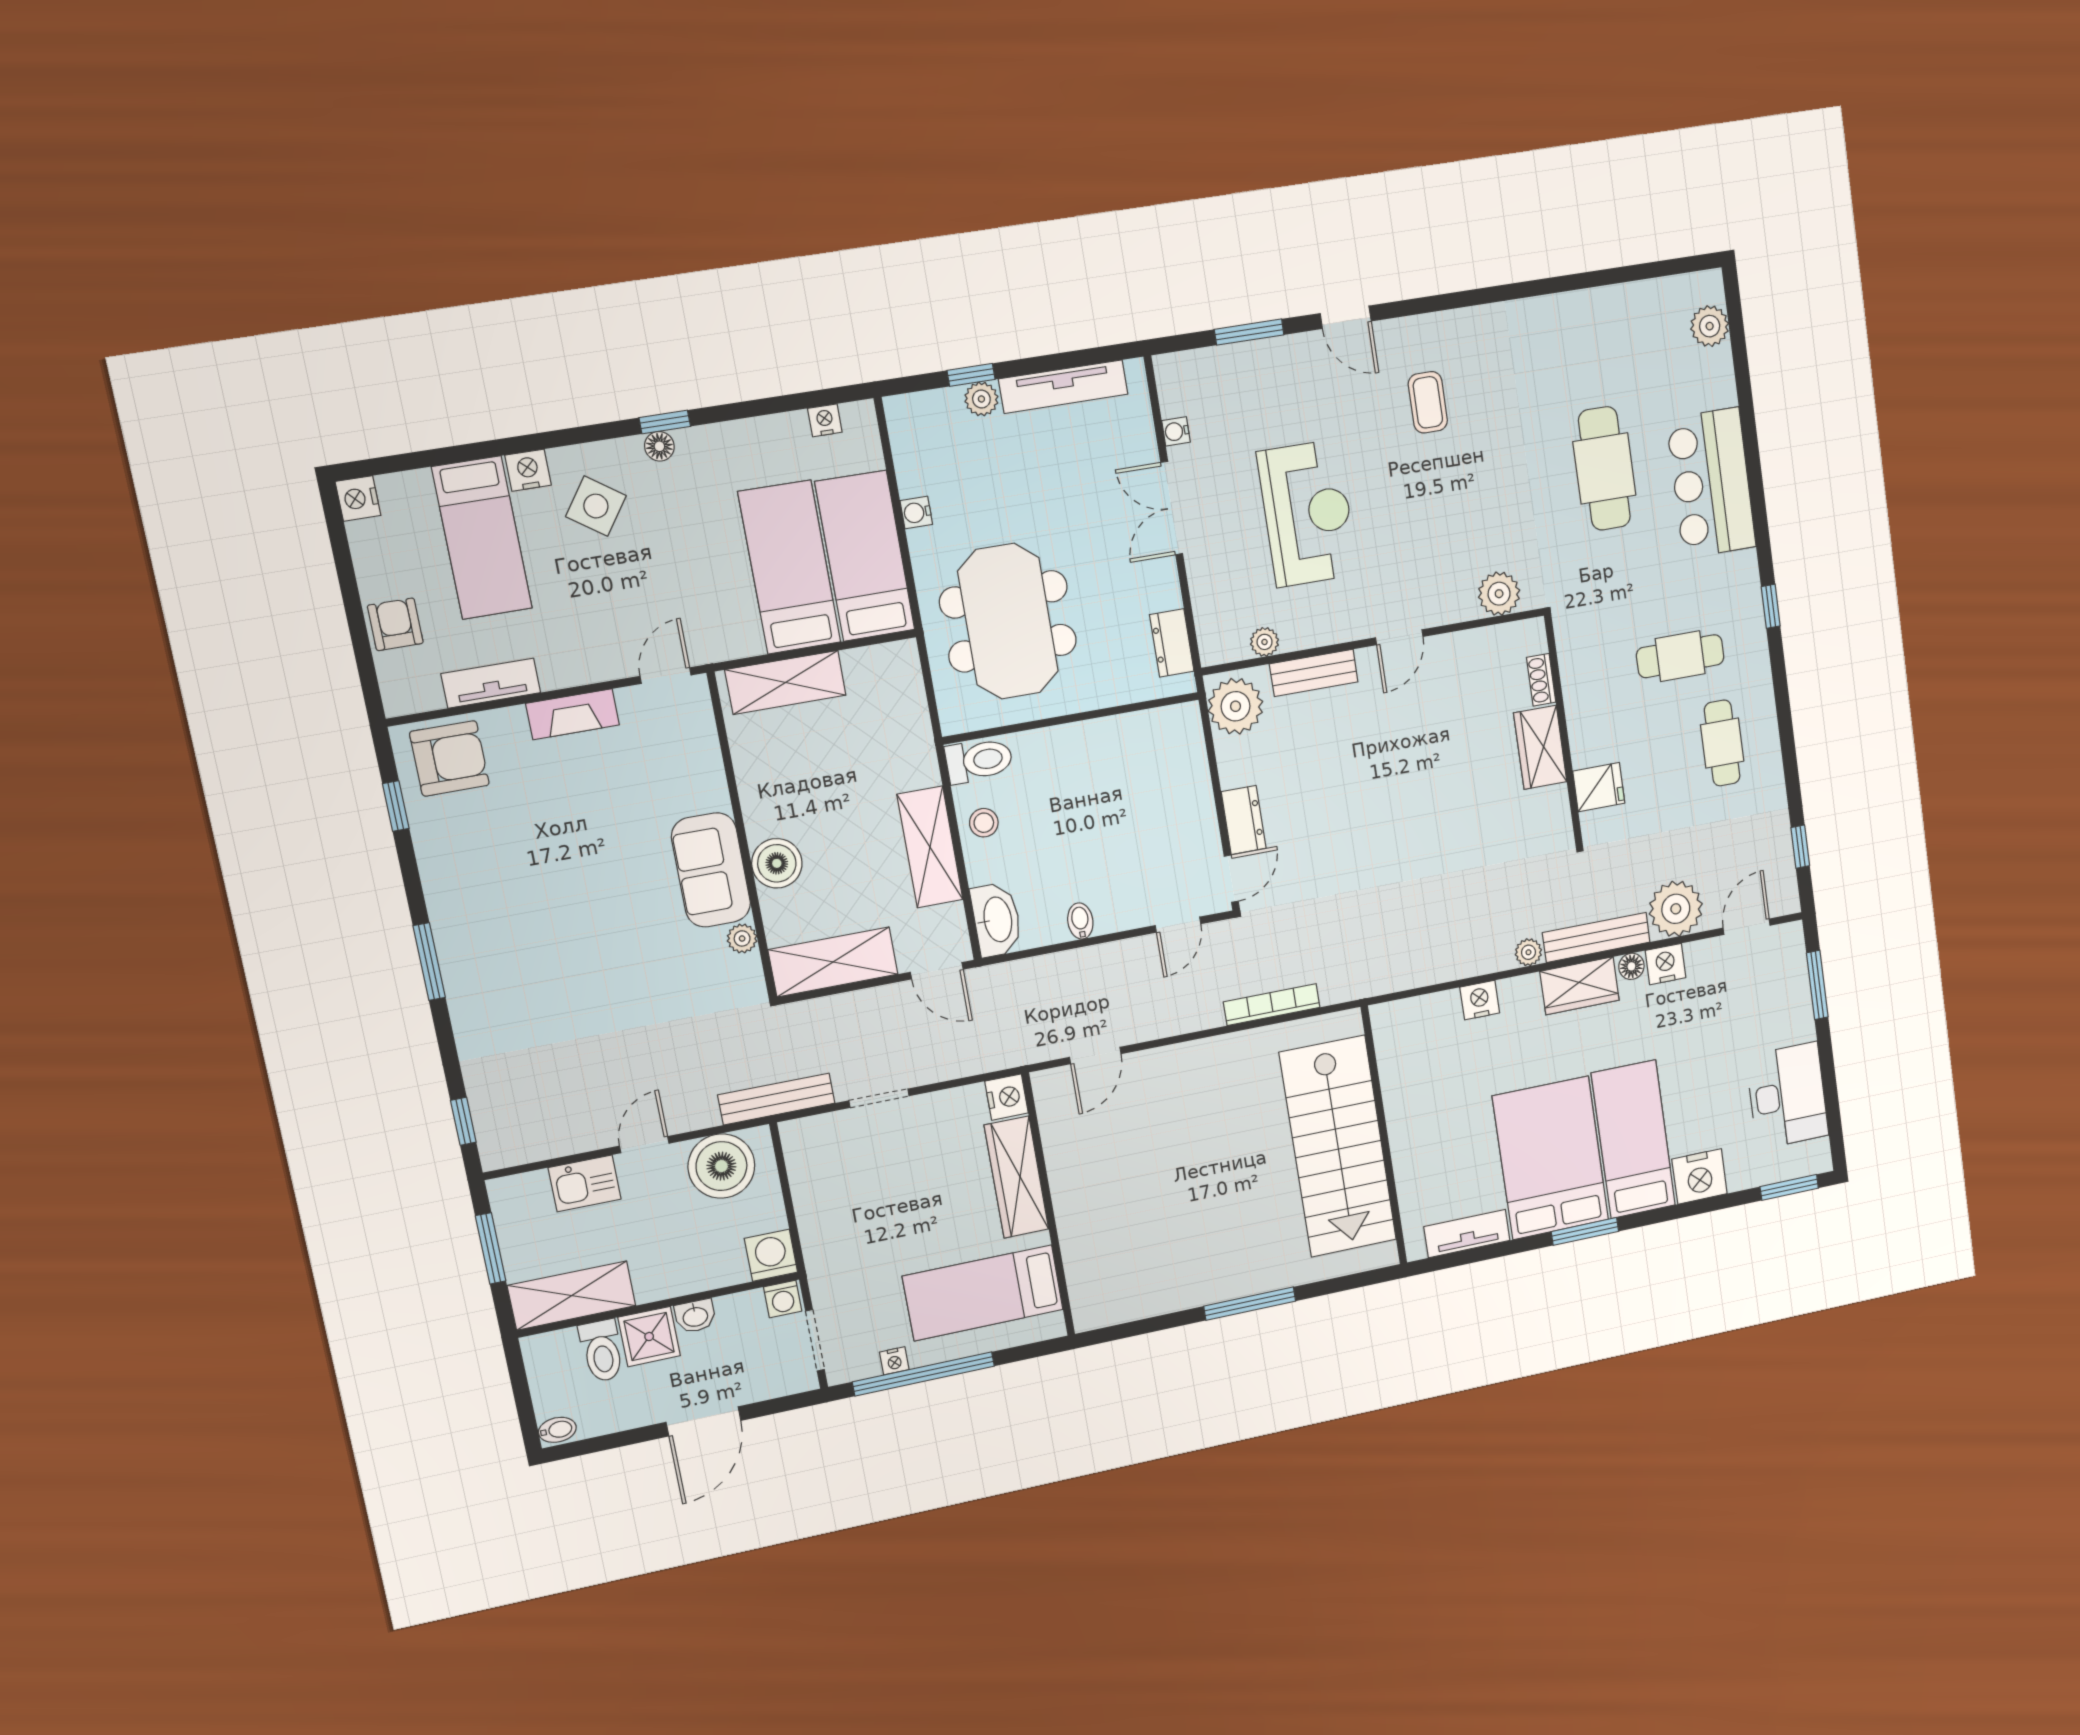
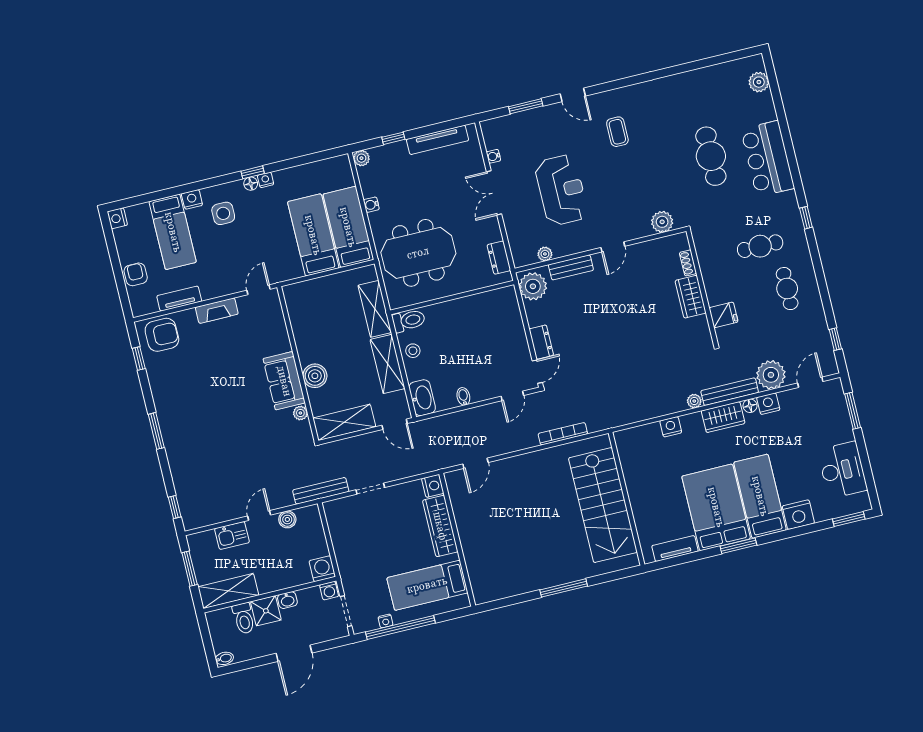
plant: (981, 399) -> (361, 158), moved
nightstand: (825, 420) -> (266, 180), moved
side table: (596, 506) -> (223, 213), turned -35
meeting table: (1008, 621) -> (418, 253), turned 90
shelving: (786, 683) -> (375, 309), moved, turned 90
boiler: (721, 1166) -> (287, 519), width x0.54, depth x0.54

